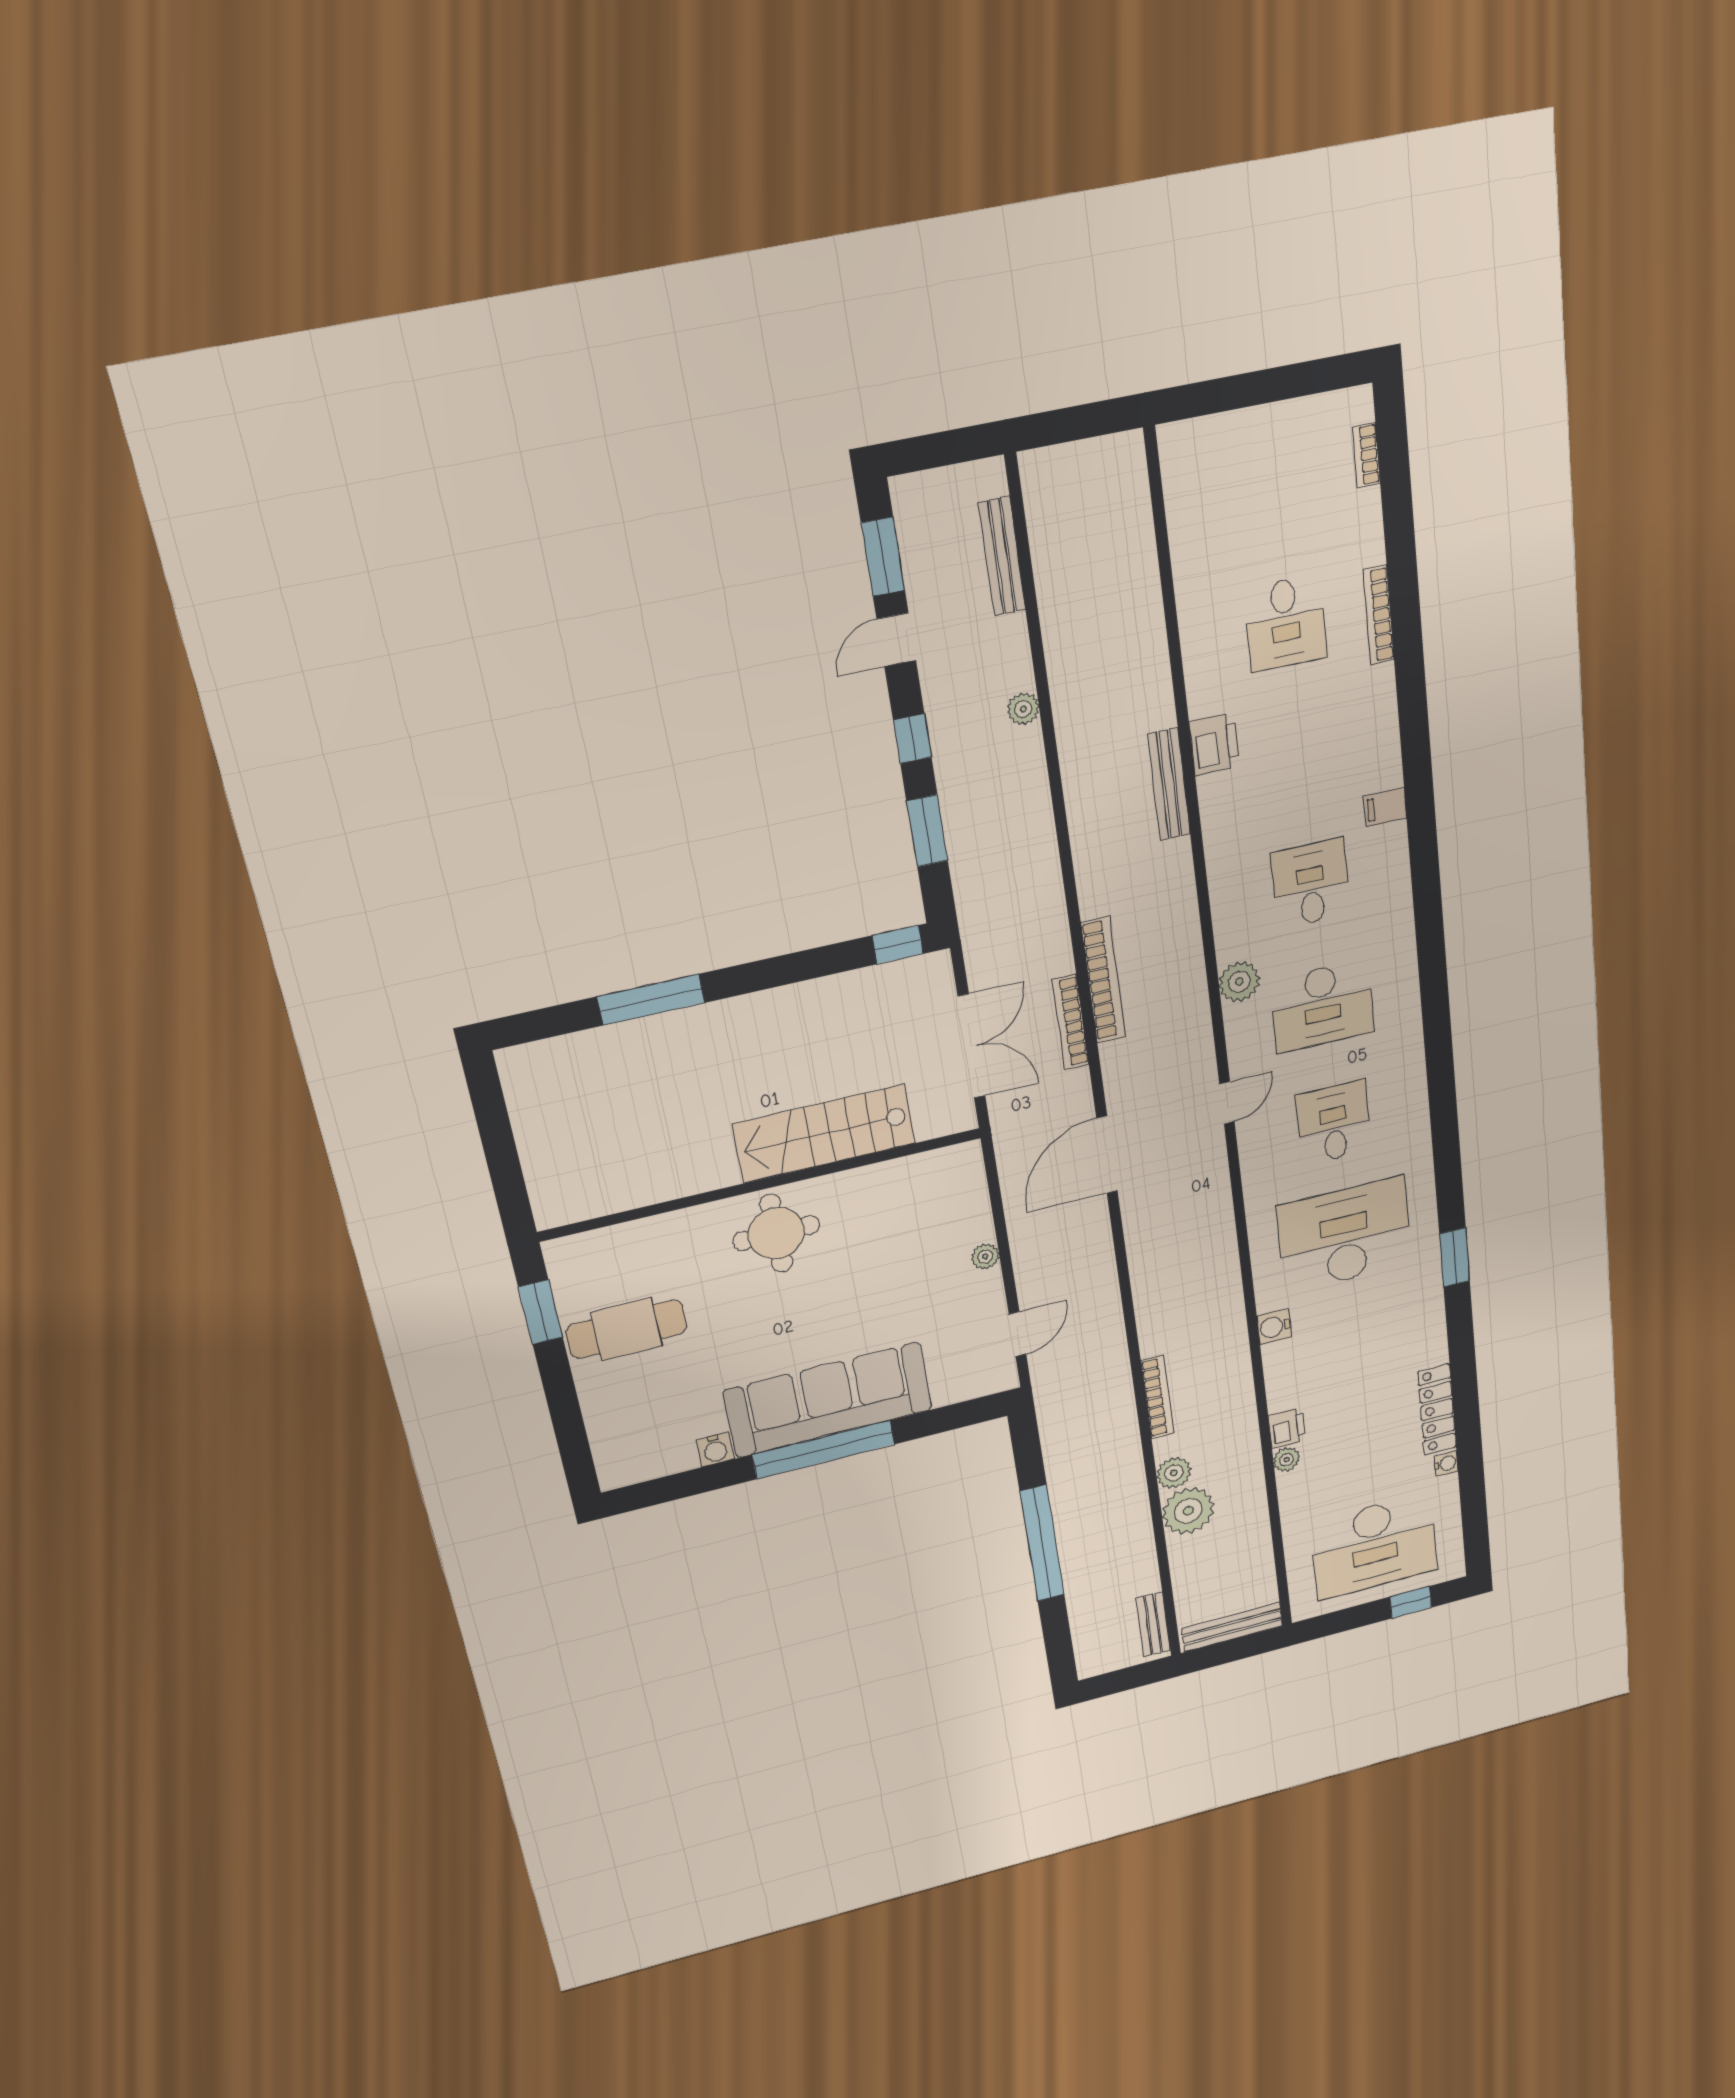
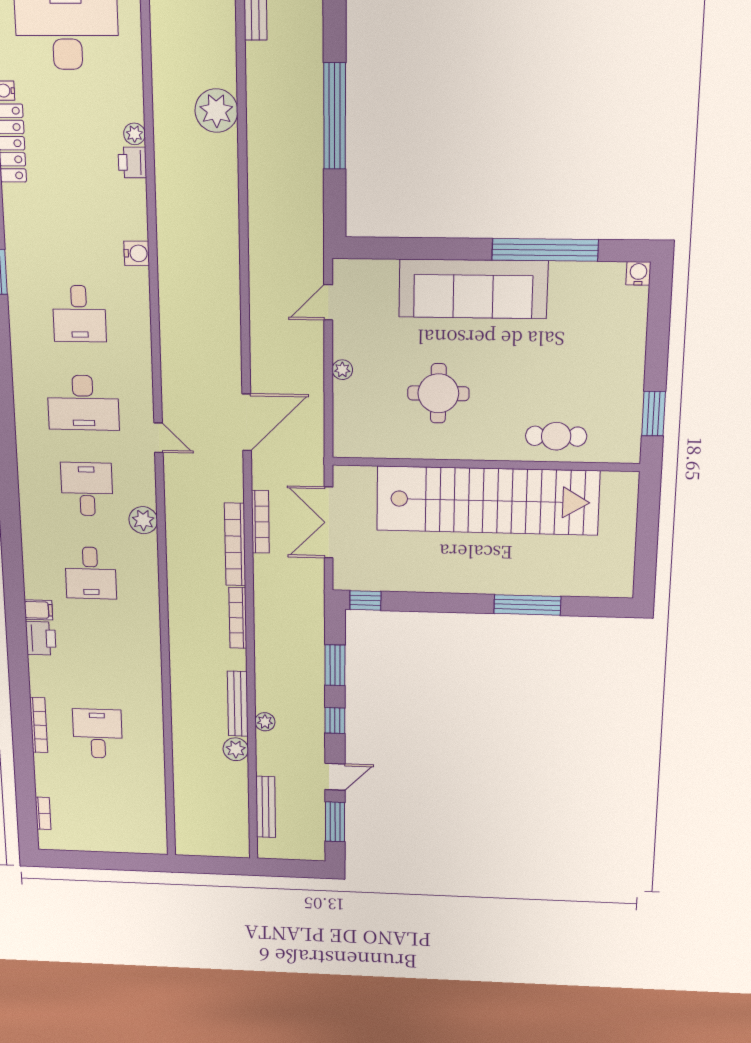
printer: (1214, 744) -> (41, 638), moved, turned 180
bench: (1169, 784) -> (238, 704), moved
desk: (1322, 1006) -> (87, 489), width x0.73
door: (1227, 1103) -> (158, 438), swing flipped
desk: (1334, 1123) -> (83, 403), width x1.37
stairs: (824, 1134) -> (487, 501), width x1.86, depth x1.51
round table: (776, 1233) -> (438, 393), moved
desk: (1344, 1235) -> (79, 314), width x0.53, depth x0.77
cafe table: (627, 1329) -> (556, 436), moved, width x0.73, depth x0.74
bookcase: (1157, 1397) -> (238, 618), moved
window: (824, 1449) -> (545, 250), moved
water cooler: (715, 1450) -> (638, 273), moved
plant: (1174, 1473) -> (236, 749), moved

